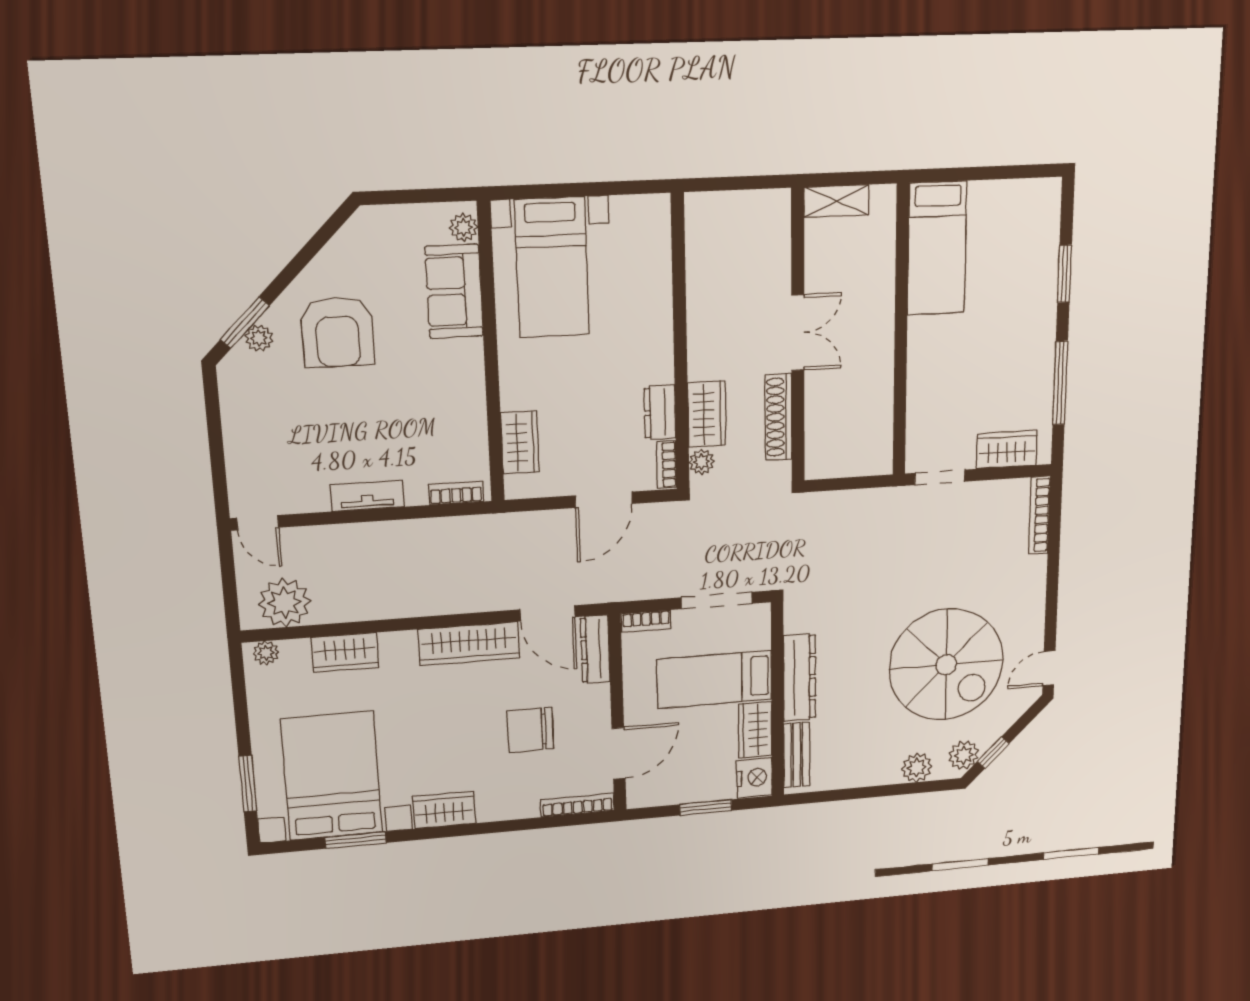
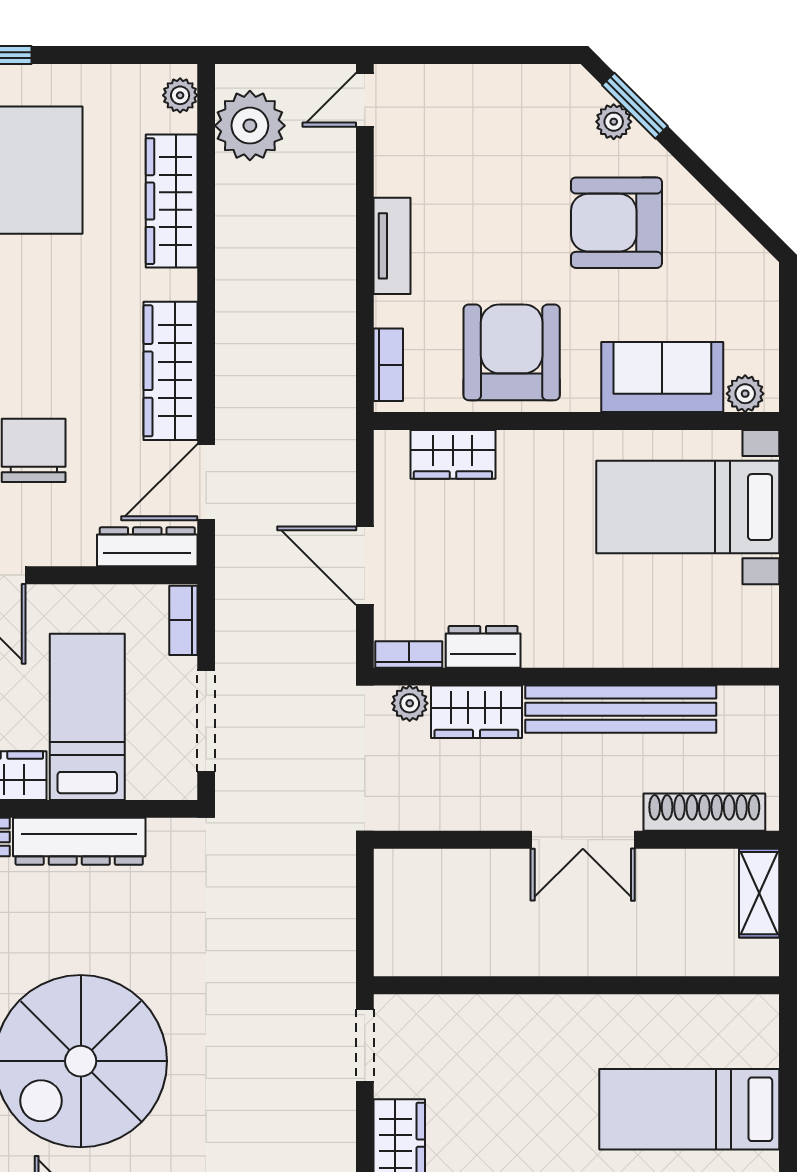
bed: (937, 248) -> (689, 1109), moved
bench: (703, 310) -> (621, 709), added
armchair: (442, 404) -> (512, 352), added
shoe rack: (779, 417) -> (704, 812), moved
wardrobe: (345, 653) -> (172, 201), width x1.50

